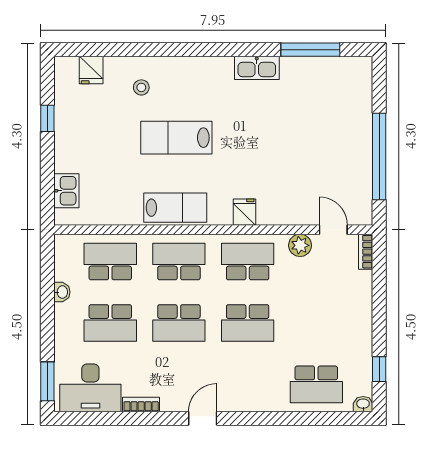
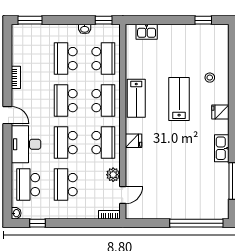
fridge: (91, 70) -> (220, 112), moved
window: (47, 118) -> (203, 20), moved
window: (379, 157) -> (196, 223), moved
window: (47, 261) -> (104, 20), added
school desk: (316, 323) -> (66, 185), added
desk: (90, 388) -> (26, 144), moved

